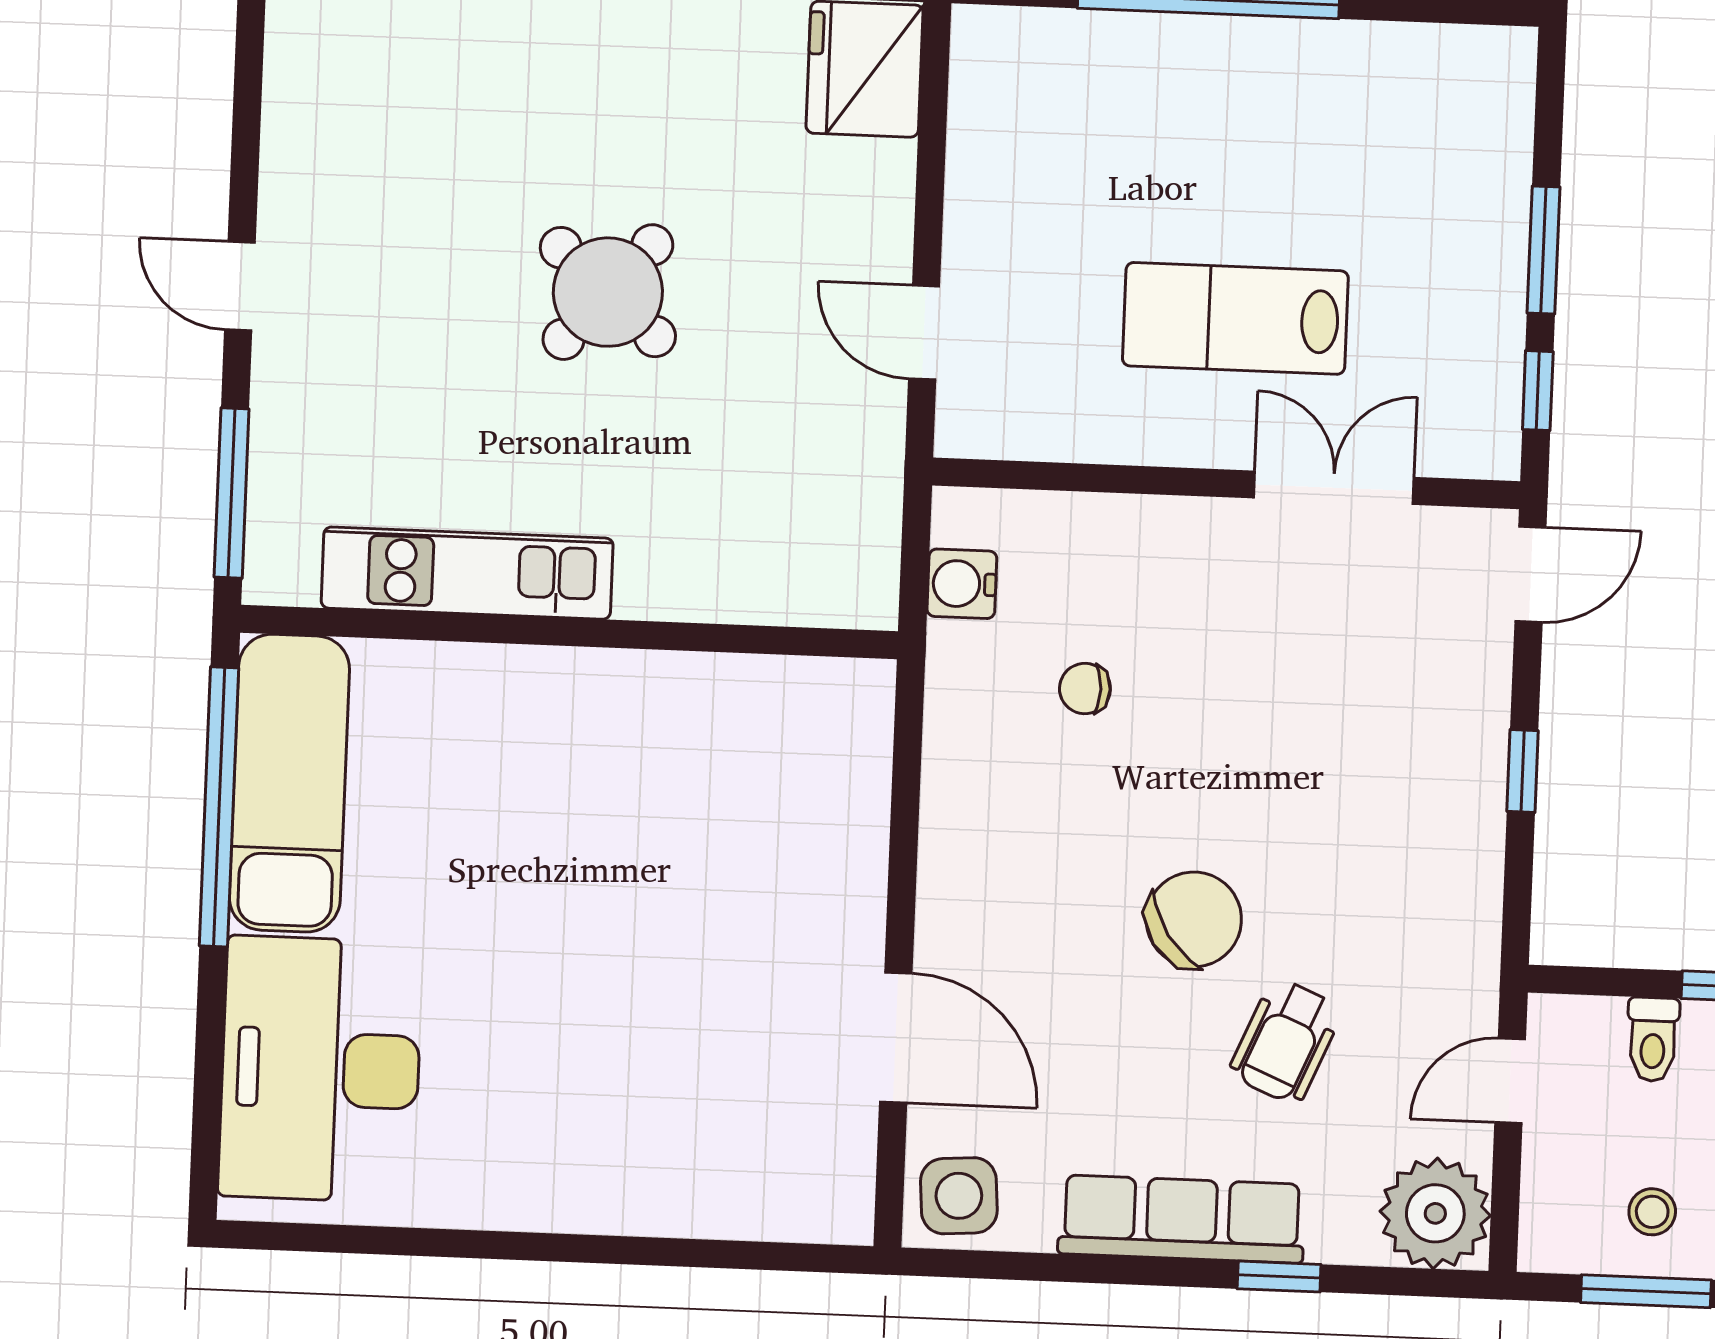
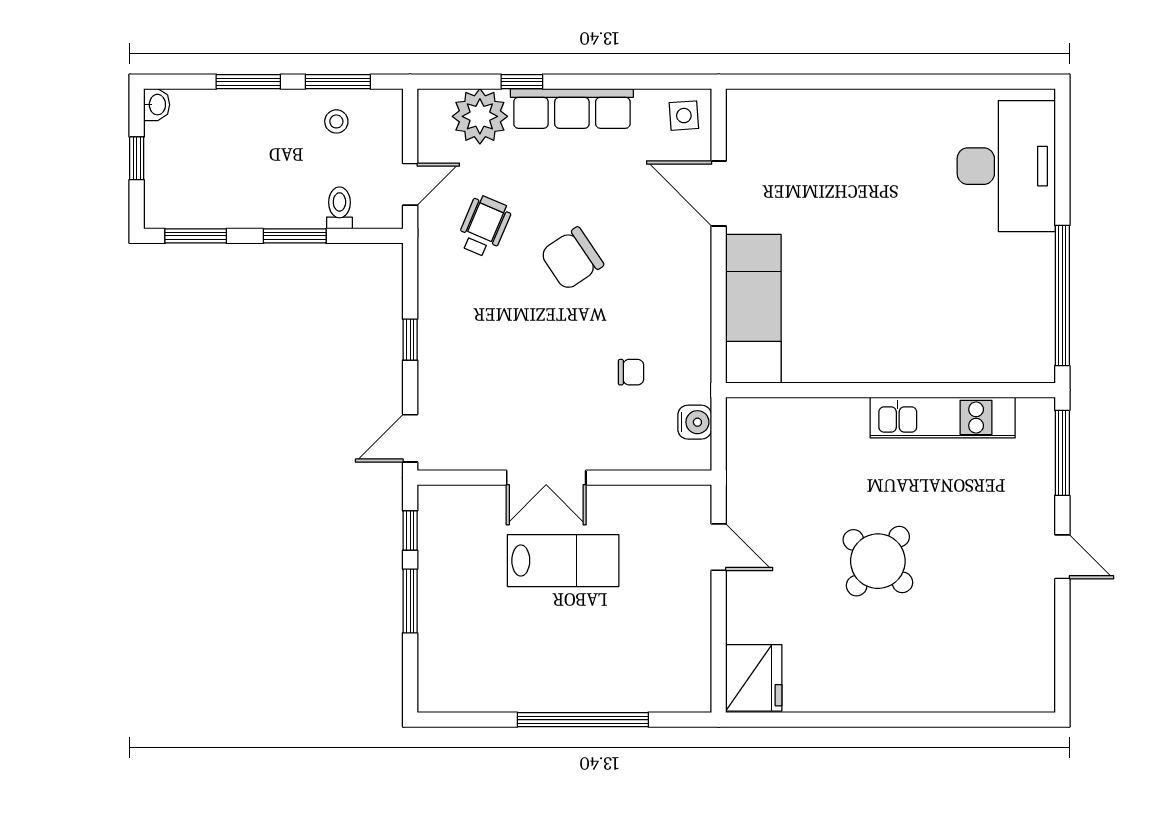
double door: (1334, 488) -> (546, 478), moved
exam couch: (289, 783) -> (753, 309), moved, turned 180
wheelchair: (1286, 1041) -> (484, 226), moved
side table: (959, 1196) -> (684, 116), width x0.73, depth x0.73
plant: (1435, 1213) -> (480, 116), moved

